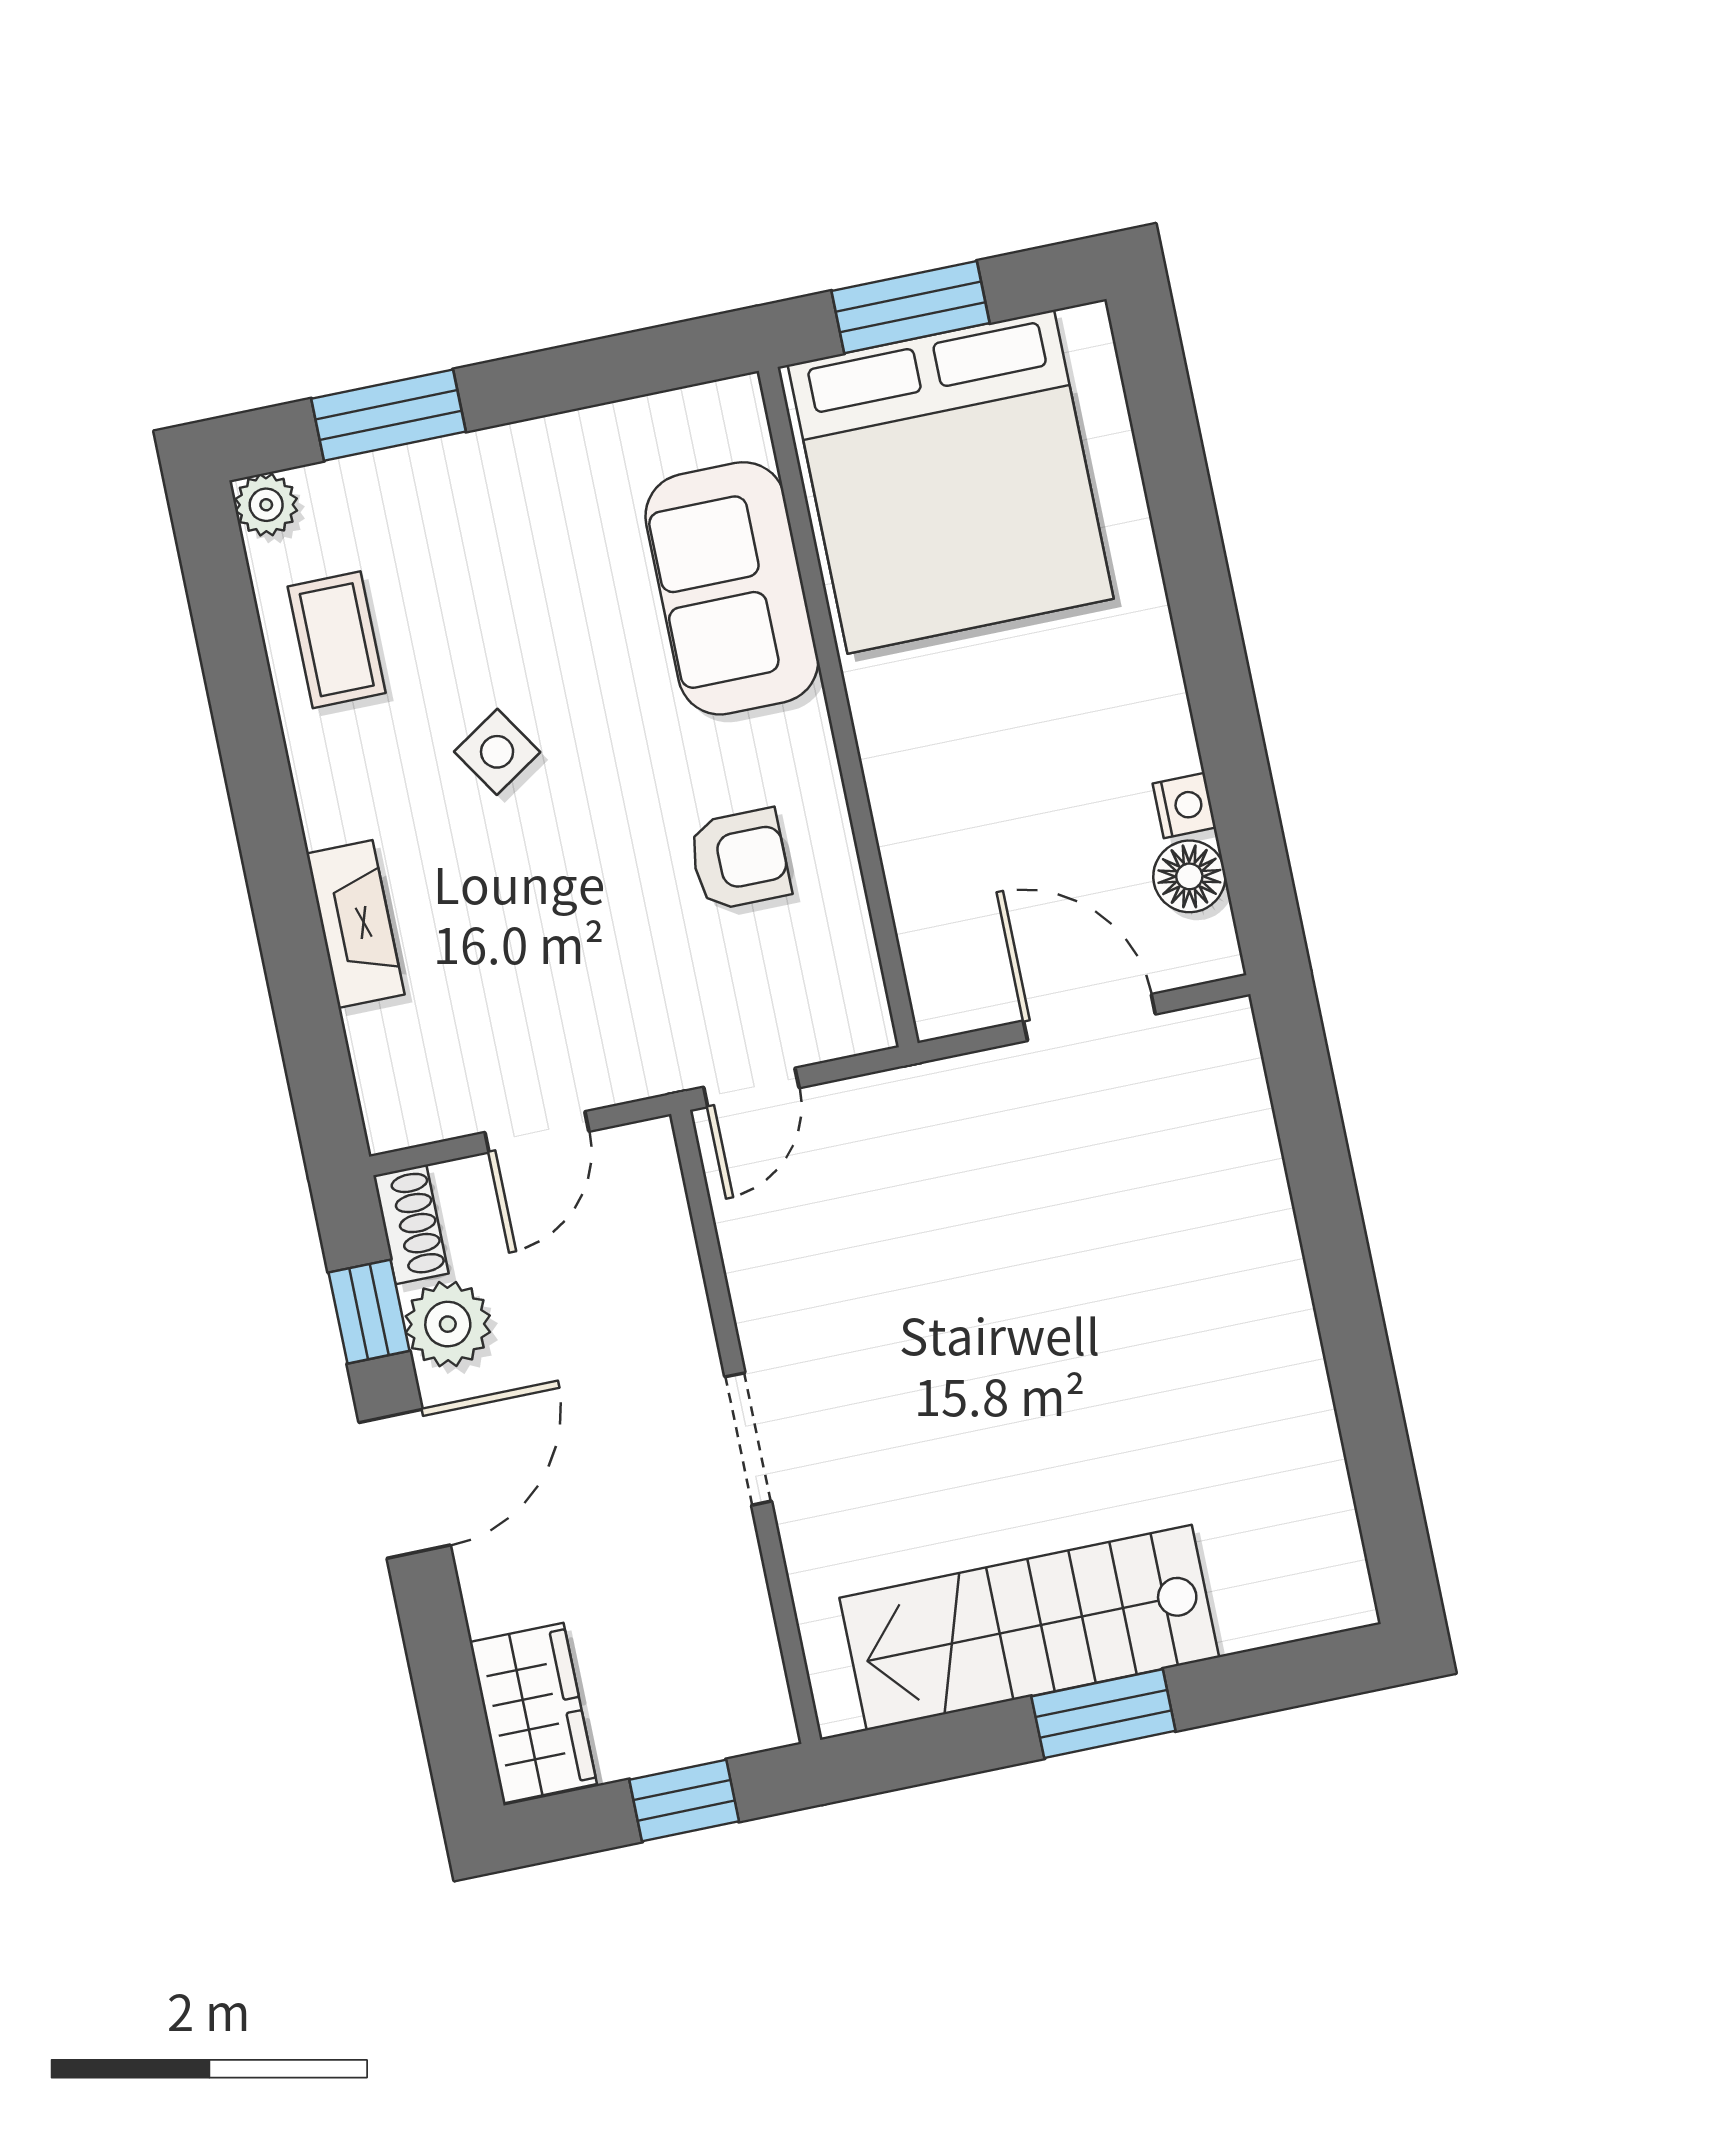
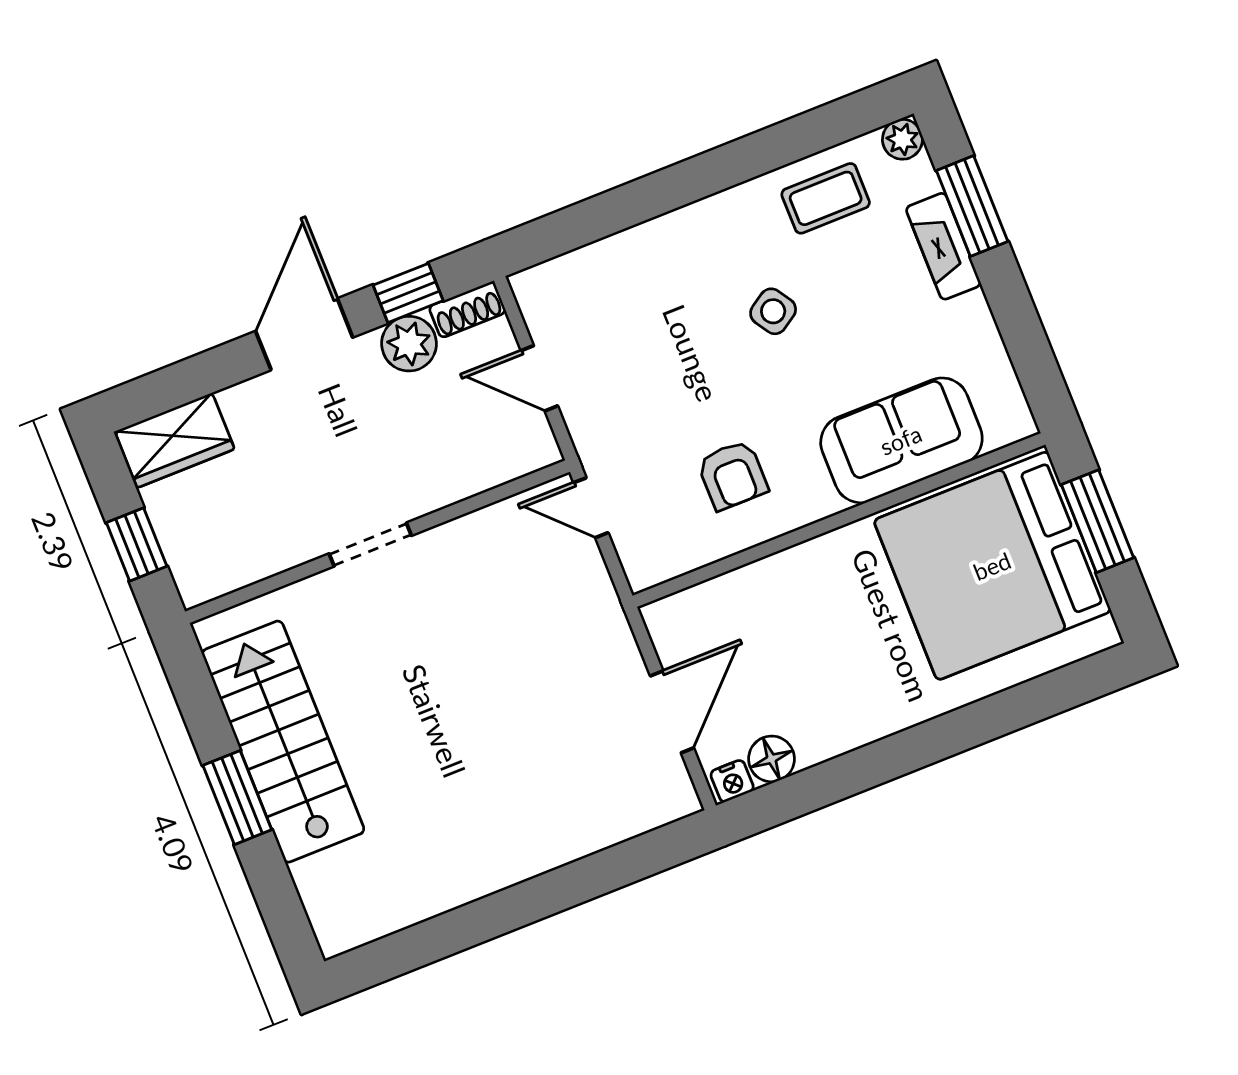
nightstand: (1184, 806) -> (732, 781), moved
fireplace: (355, 924) -> (943, 246), moved, turned 90
door: (405, 1484) -> (304, 334), swing flipped

